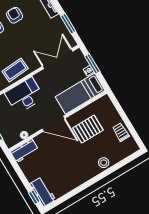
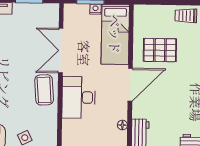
double door: (58, 59) -> (61, 51), moved
pallet: (88, 129) -> (160, 50), turned 90

